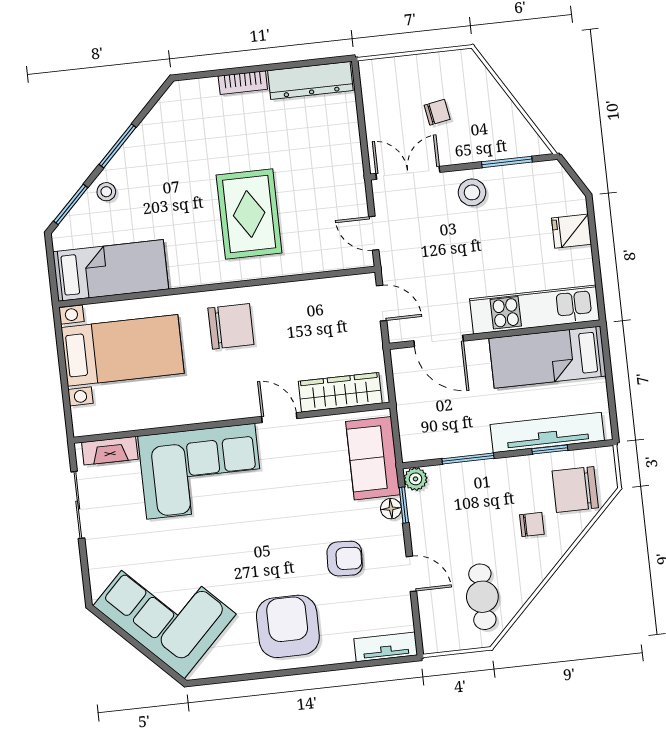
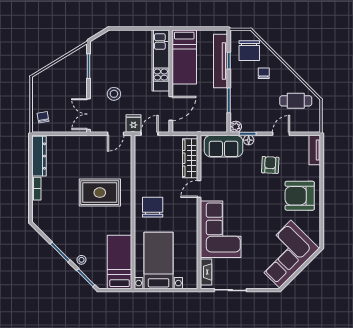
chair: (437, 112) -> (43, 117), moved
stool: (472, 192) -> (114, 94), moved
fridge: (571, 231) -> (133, 123), moved, turned 180

